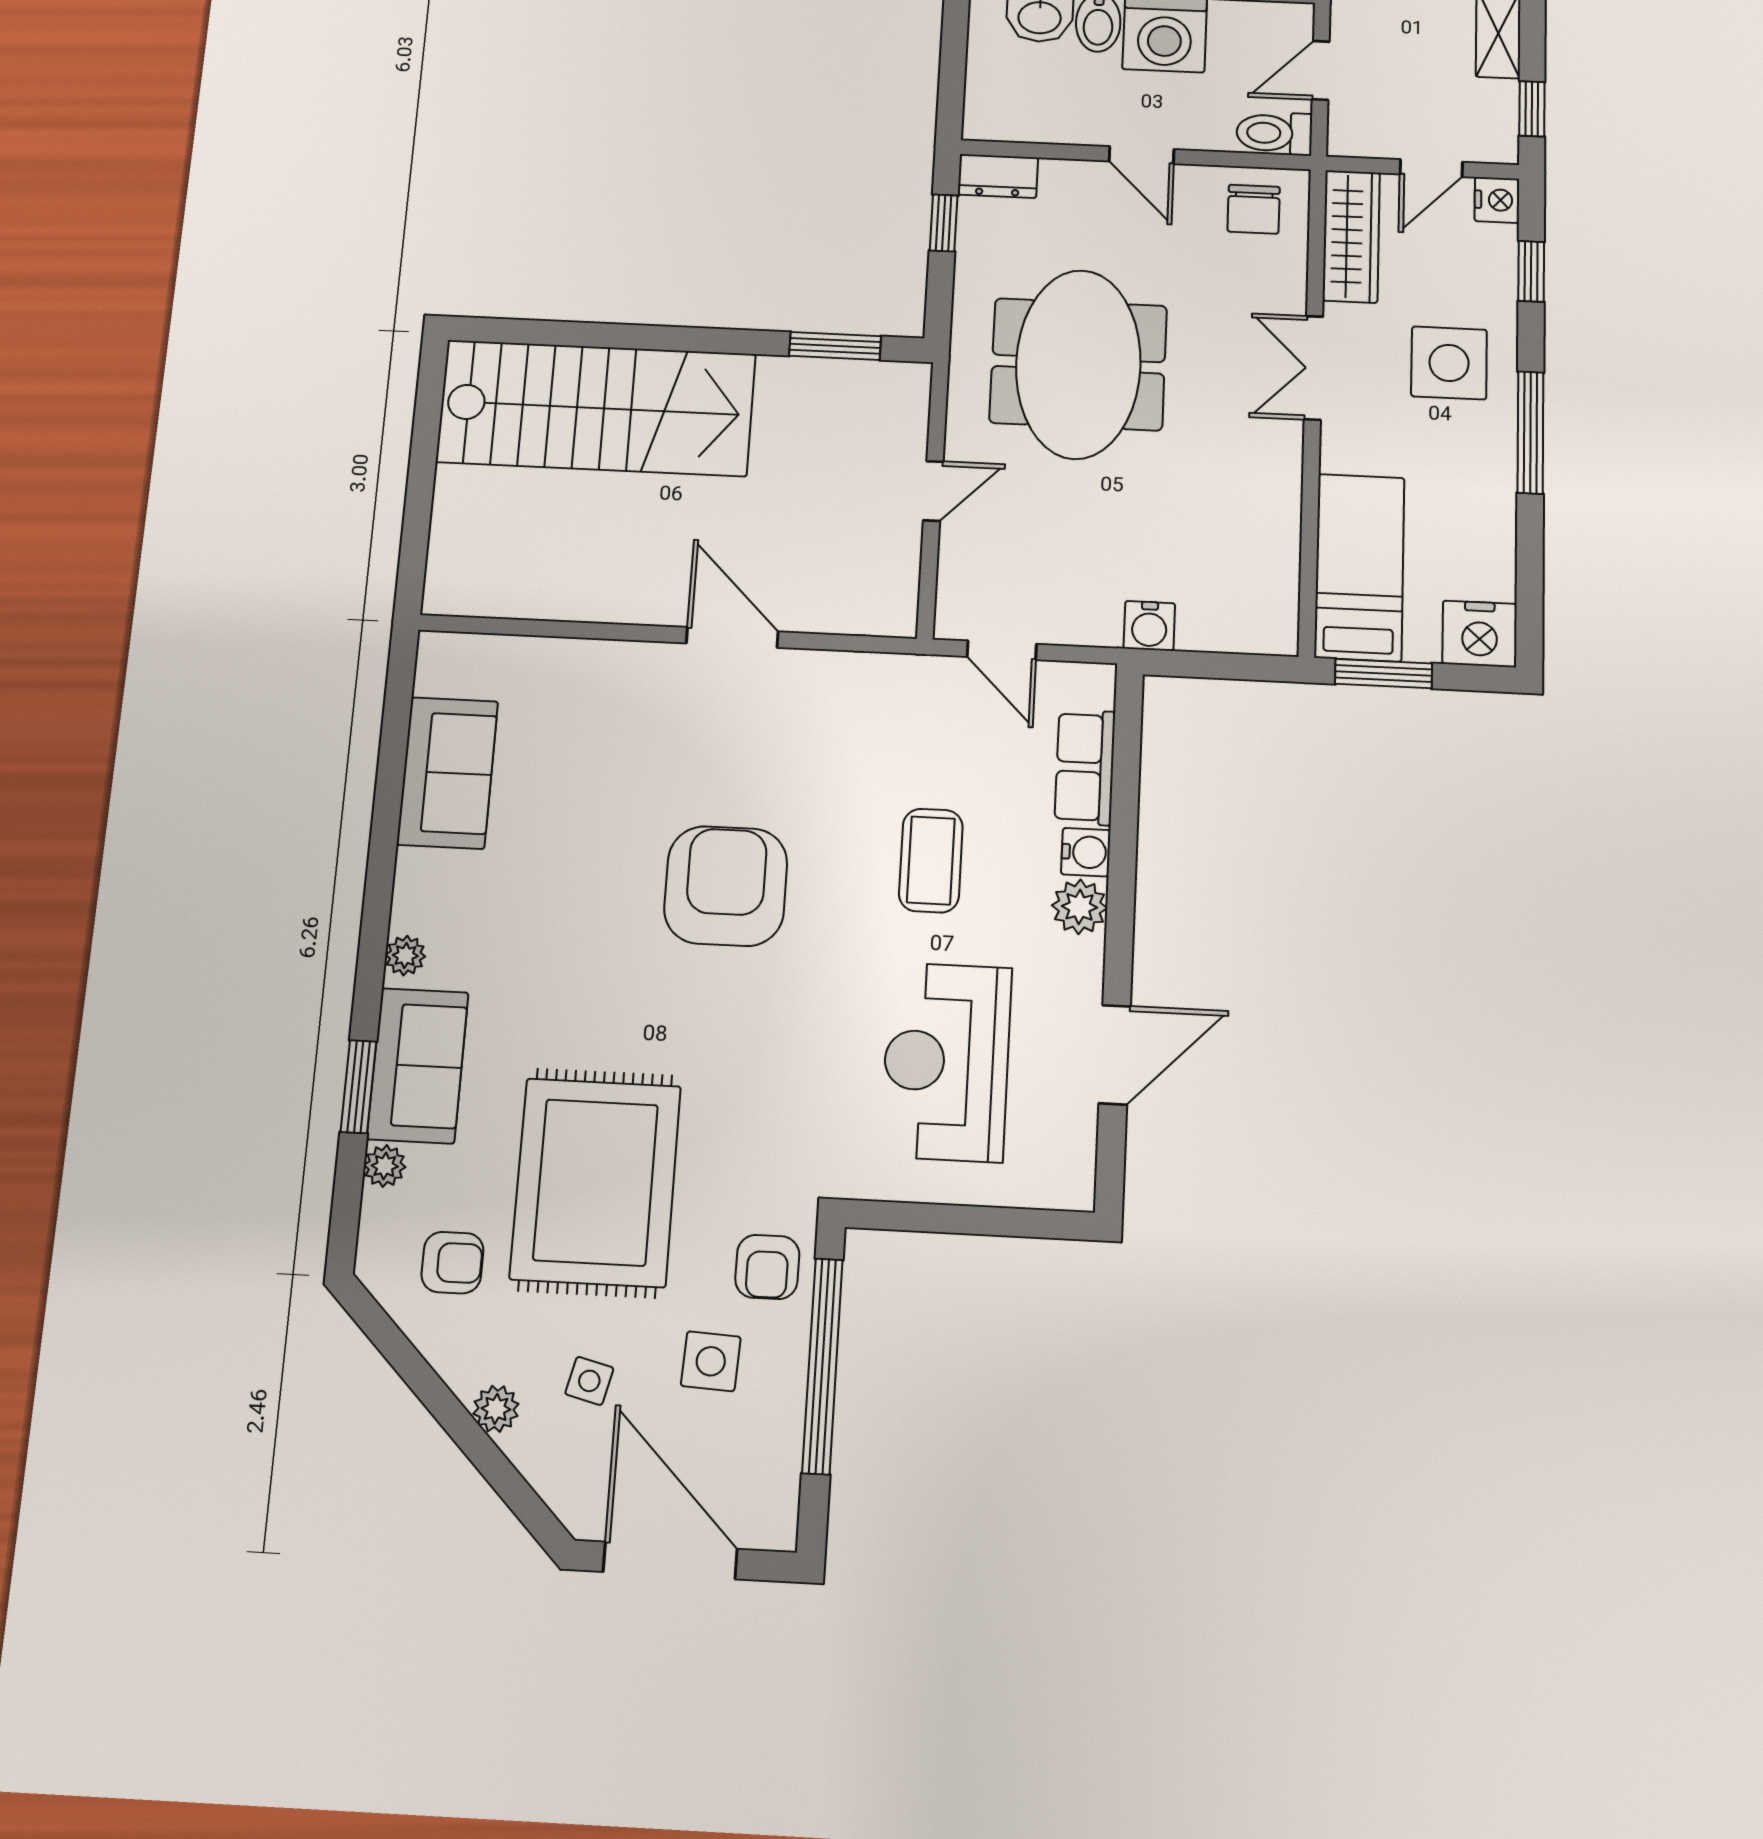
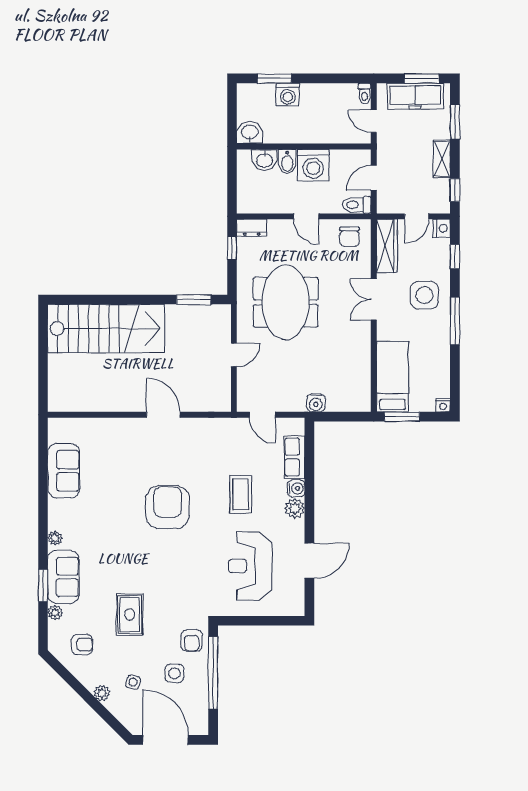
nightstand: (1480, 634) -> (443, 405), width x0.53, depth x0.56
rug: (596, 1182) -> (130, 614), width x0.54, depth x0.49

